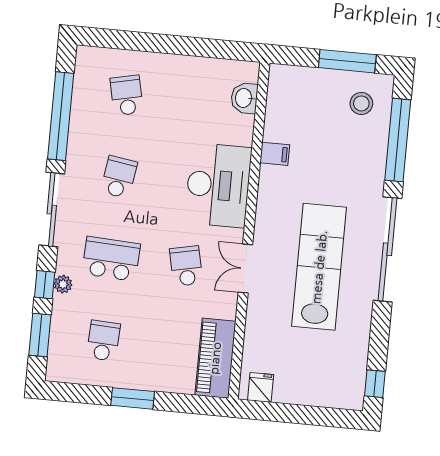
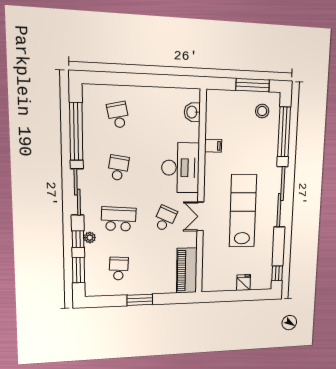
school desk: (186, 266) -> (165, 219), turned 36
fridge: (261, 387) -> (244, 283), moved

